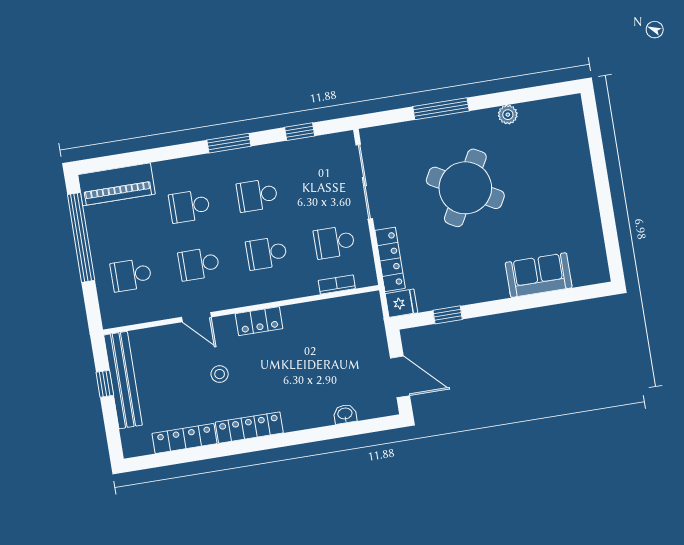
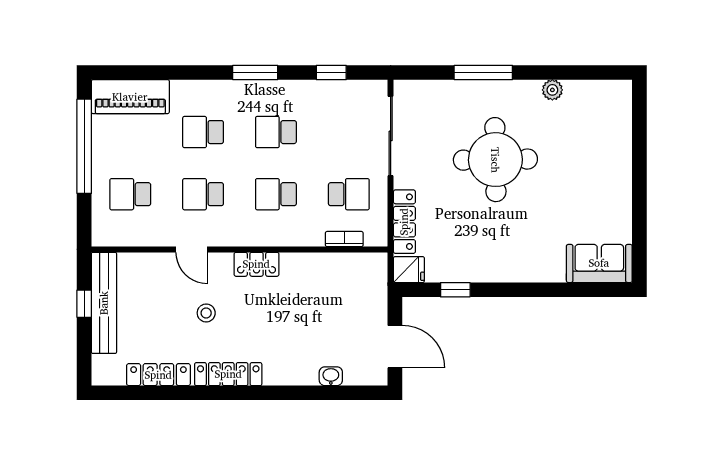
round table: (465, 188) -> (495, 160), turned -30
school desk: (334, 242) -> (349, 194), turned 180
sofa: (539, 275) -> (599, 263), moved

